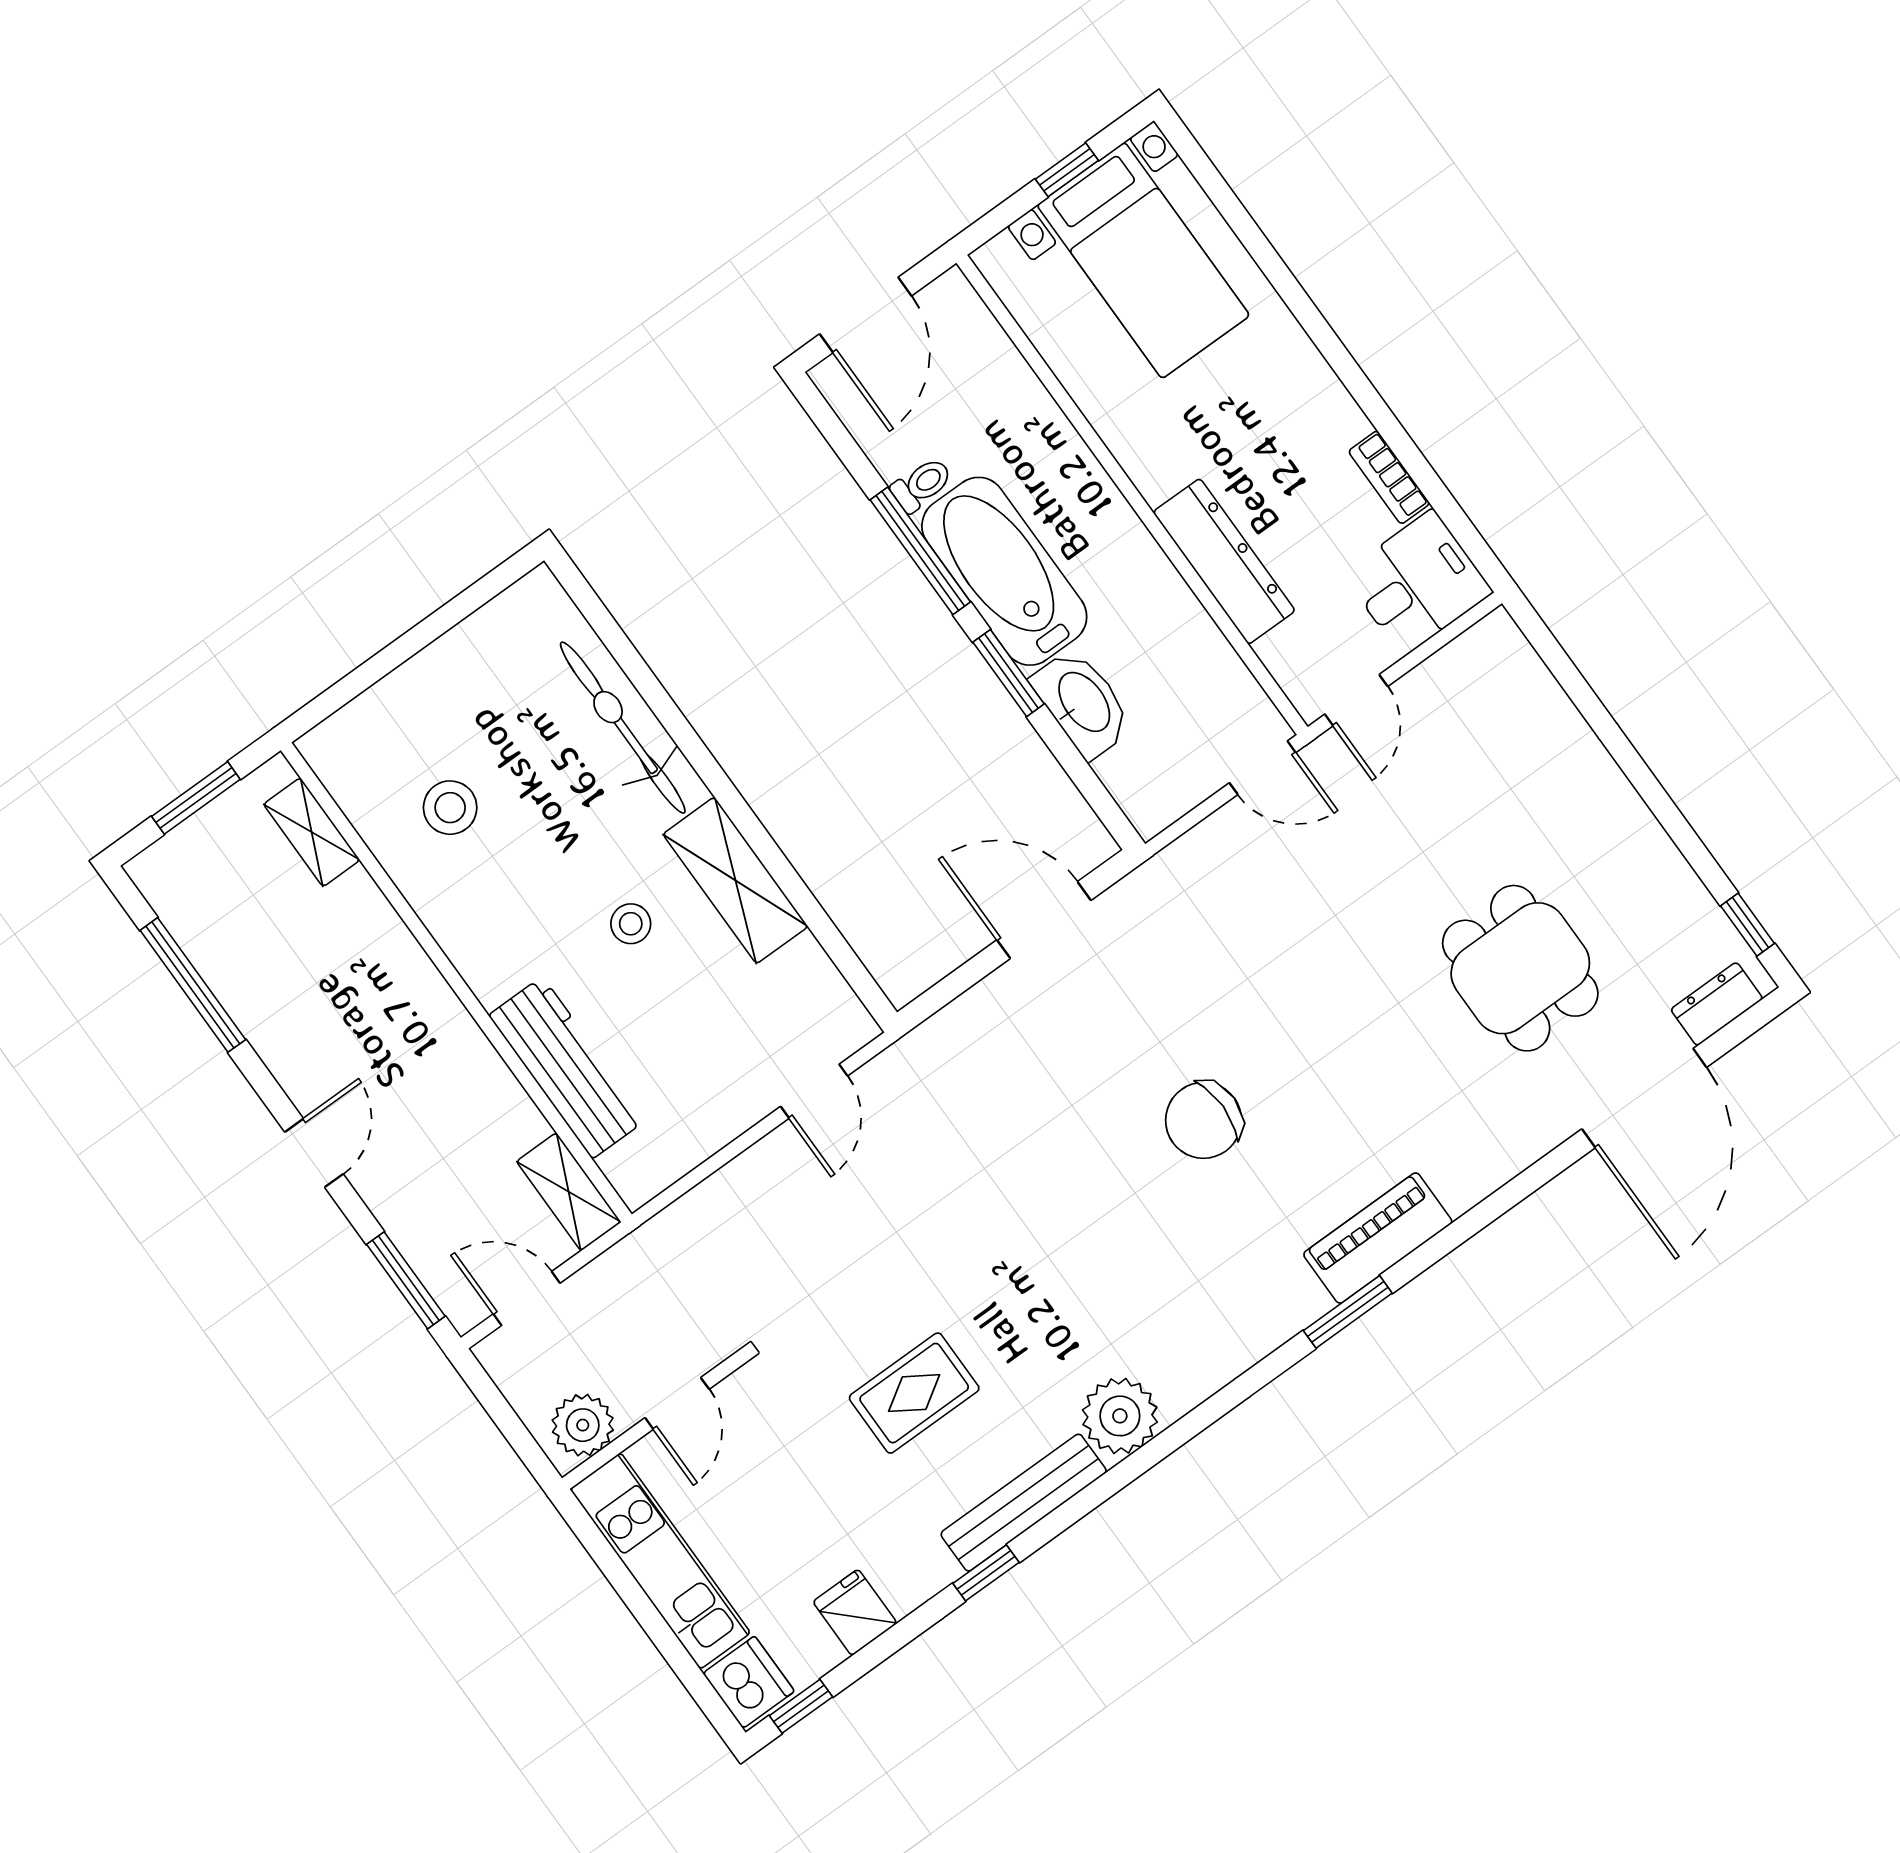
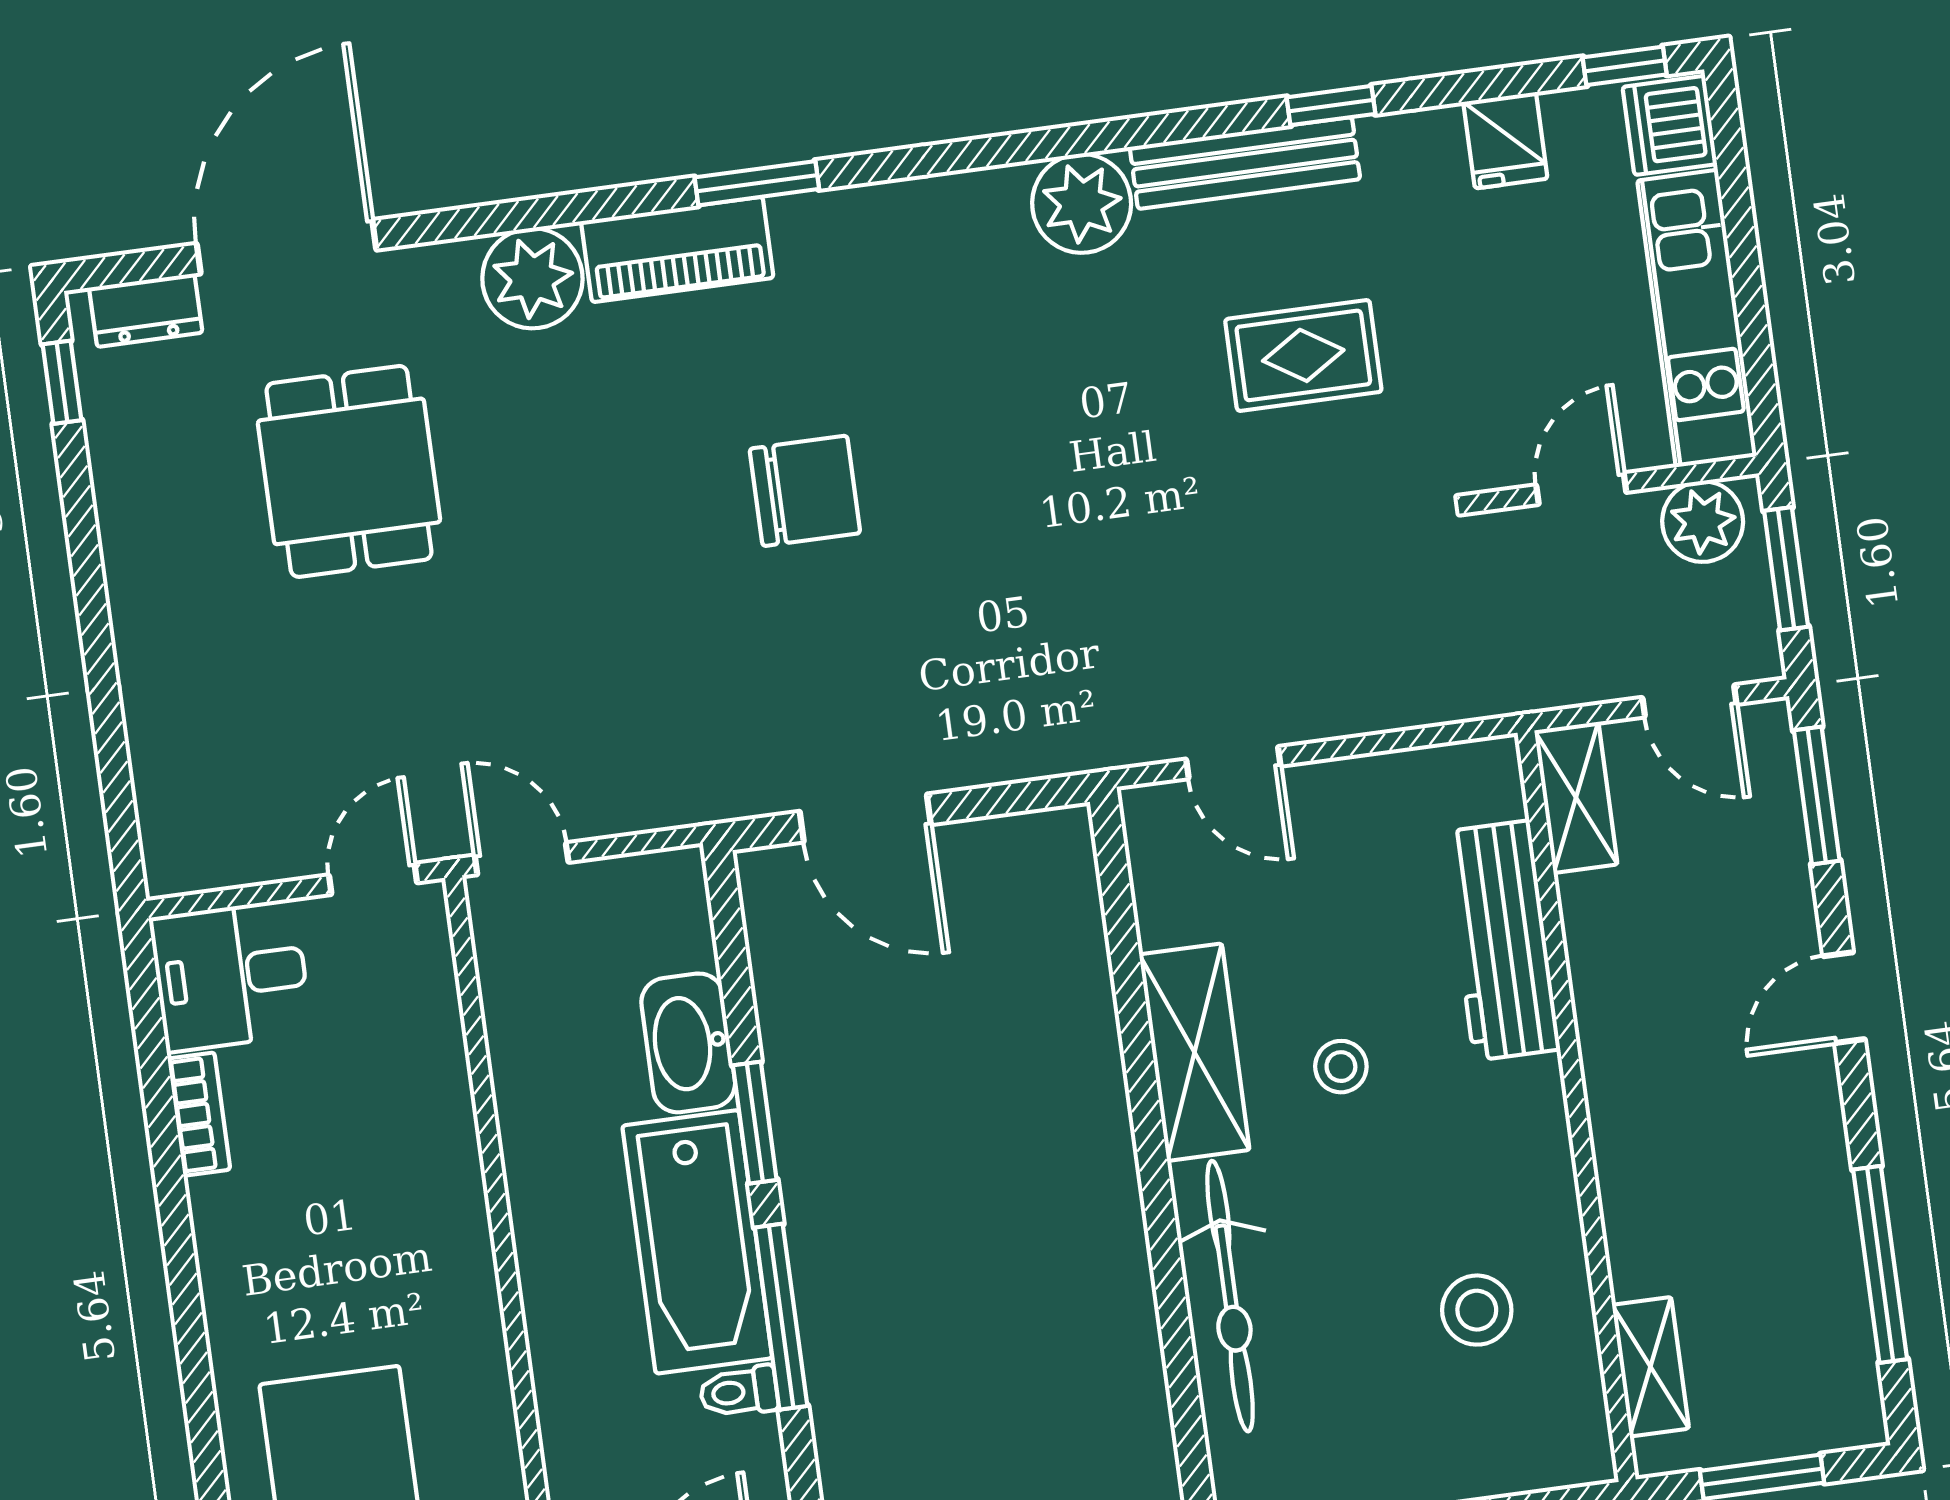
dresser: (1224, 561) -> (439, 1119), removed
door: (814, 1091) -> (1233, 763), swing flipped
plant: (1466, 1166) -> (532, 278), added
window: (509, 1423) -> (1786, 569), added

